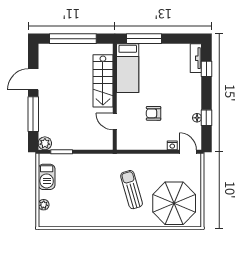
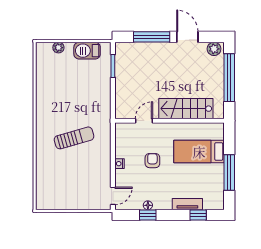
window: (144, 39) -> (229, 172), moved
tv unit: (196, 58) -> (187, 204), moved
bed: (128, 68) -> (199, 152), moved
plant: (45, 143) -> (214, 49), moved
nightstand: (172, 145) -> (119, 164), moved
parasol: (174, 203) -> (60, 182), removed

